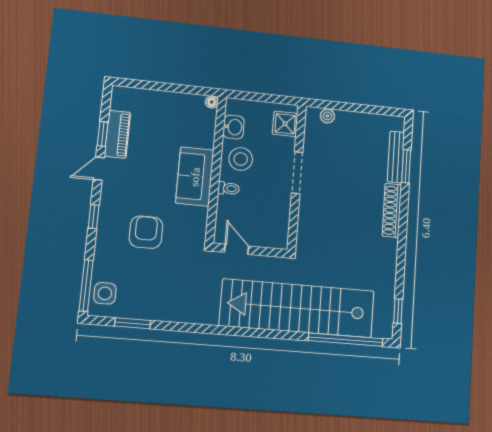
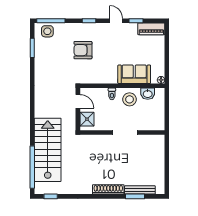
plant: (327, 116) -> (160, 148), removed
shower: (285, 124) -> (87, 119), moved
piano: (117, 134) -> (151, 29), moved
sofa: (195, 177) -> (134, 74), moved
armchair: (146, 232) -> (83, 50), turned 180
door: (237, 249) -> (78, 101), hinge flipped
stairs: (297, 308) -> (48, 150), width x0.73

